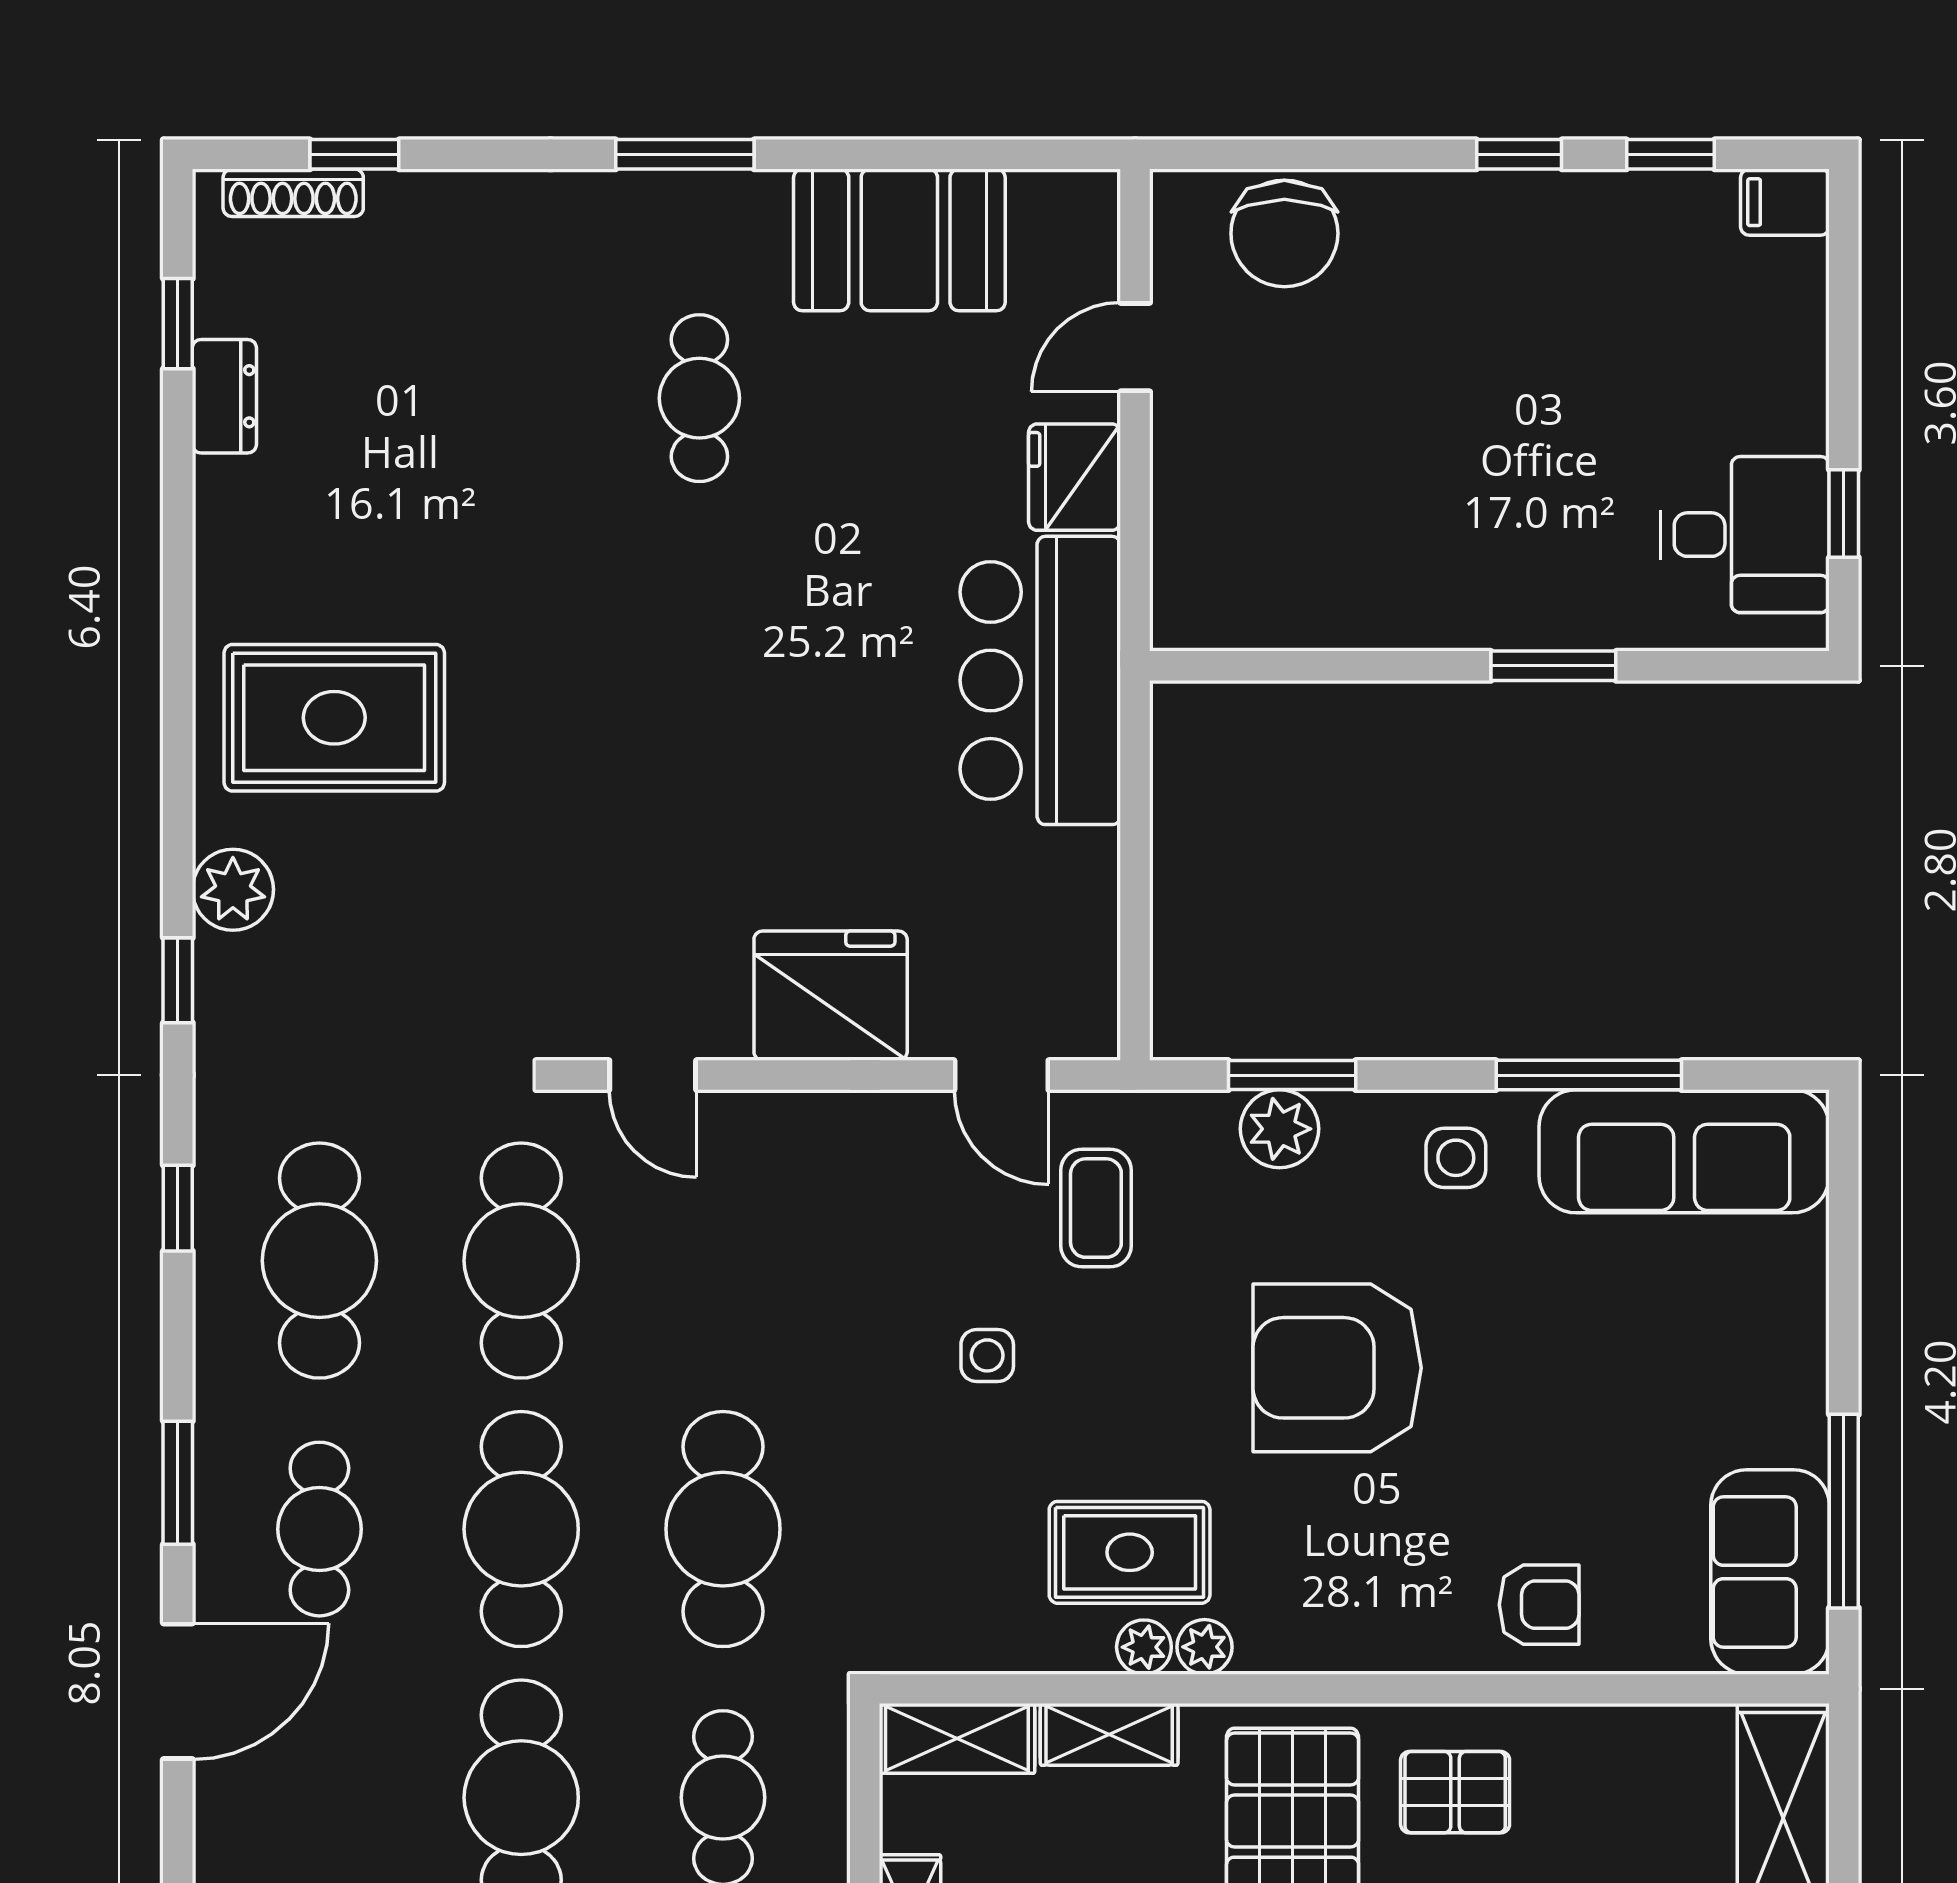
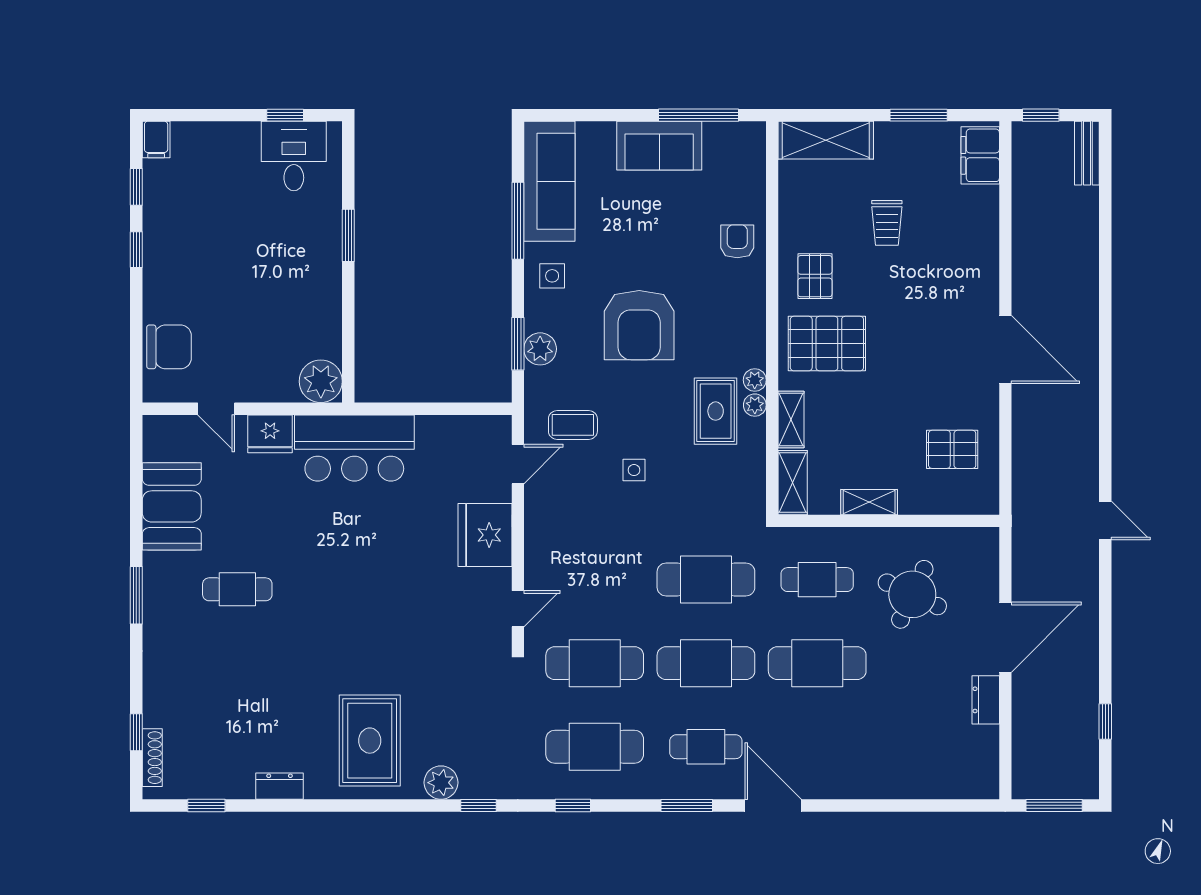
dresser: (224, 396) -> (280, 786), moved
plant: (1201, 600) -> (321, 381), added
sofa: (1770, 1572) -> (659, 146), moved

